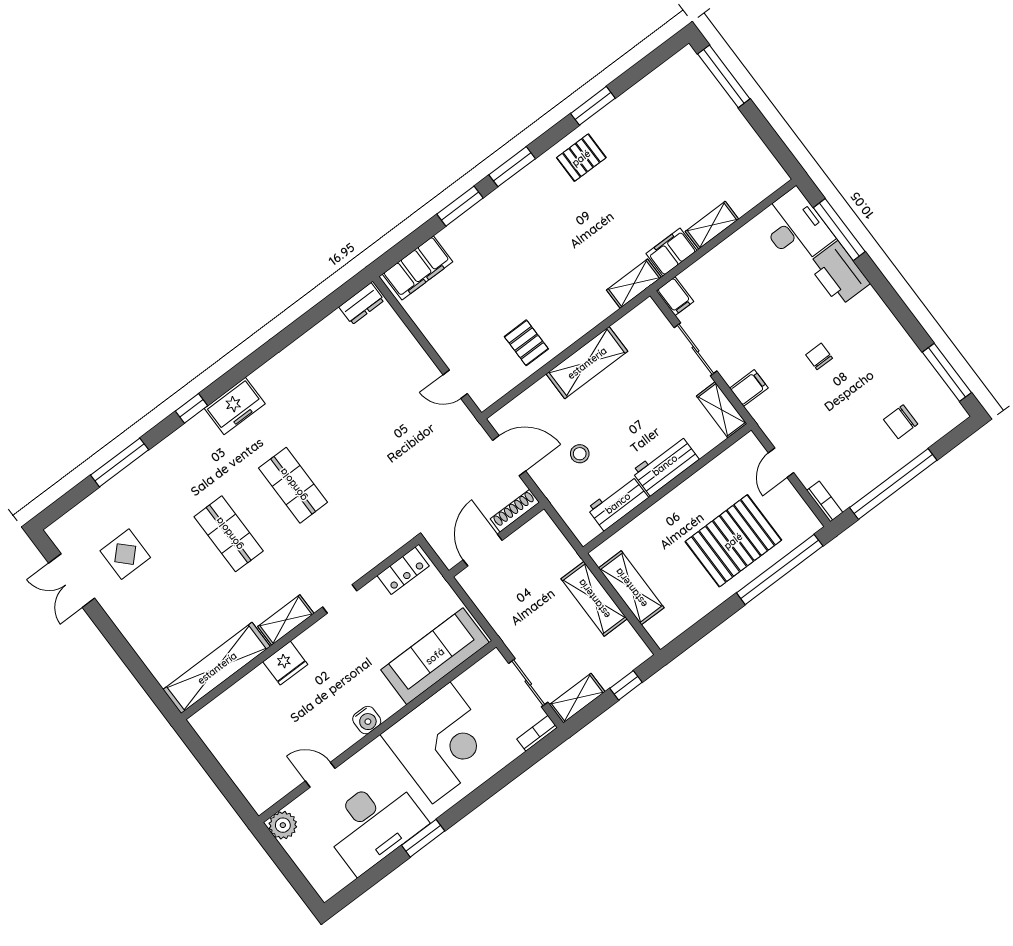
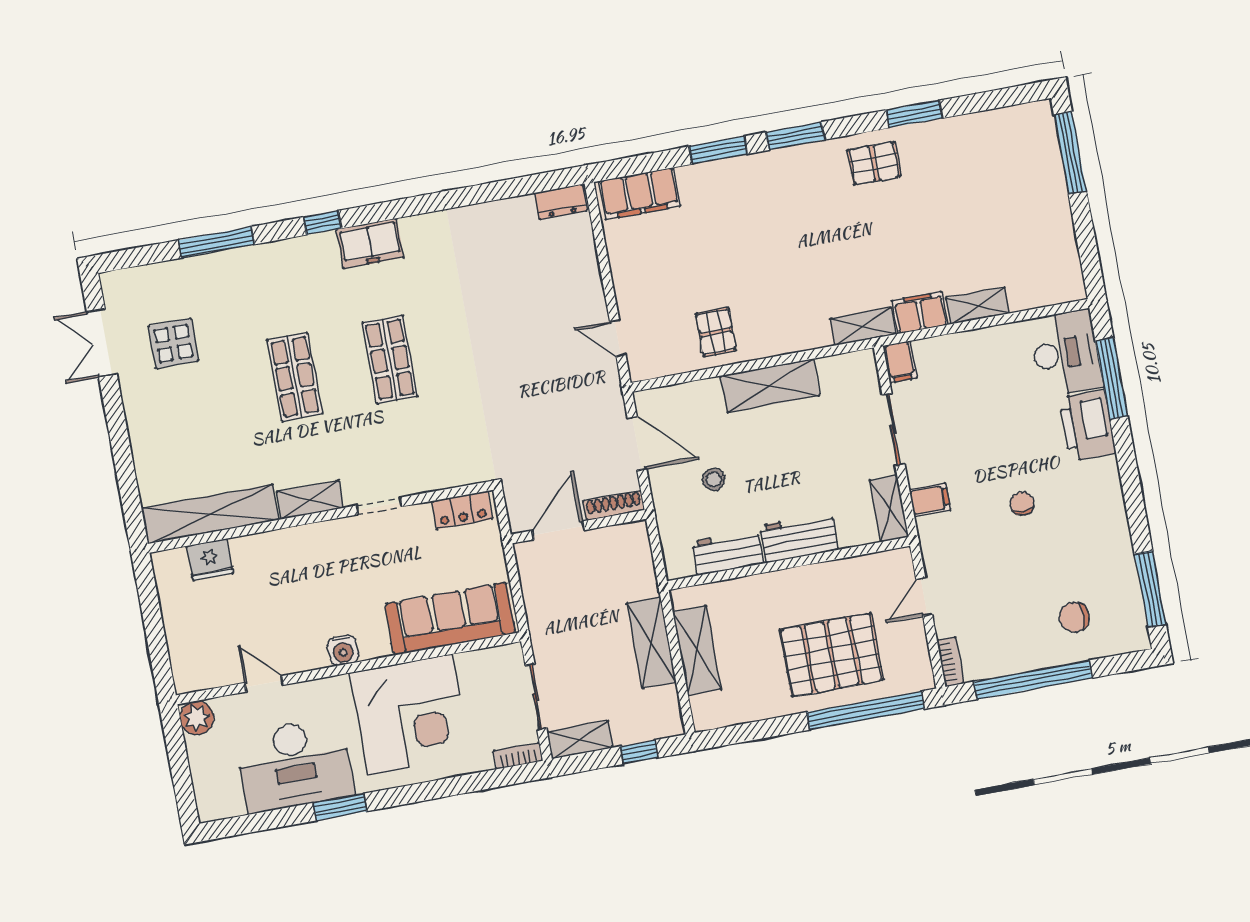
fridge: (285, 663) -> (210, 560), moved

